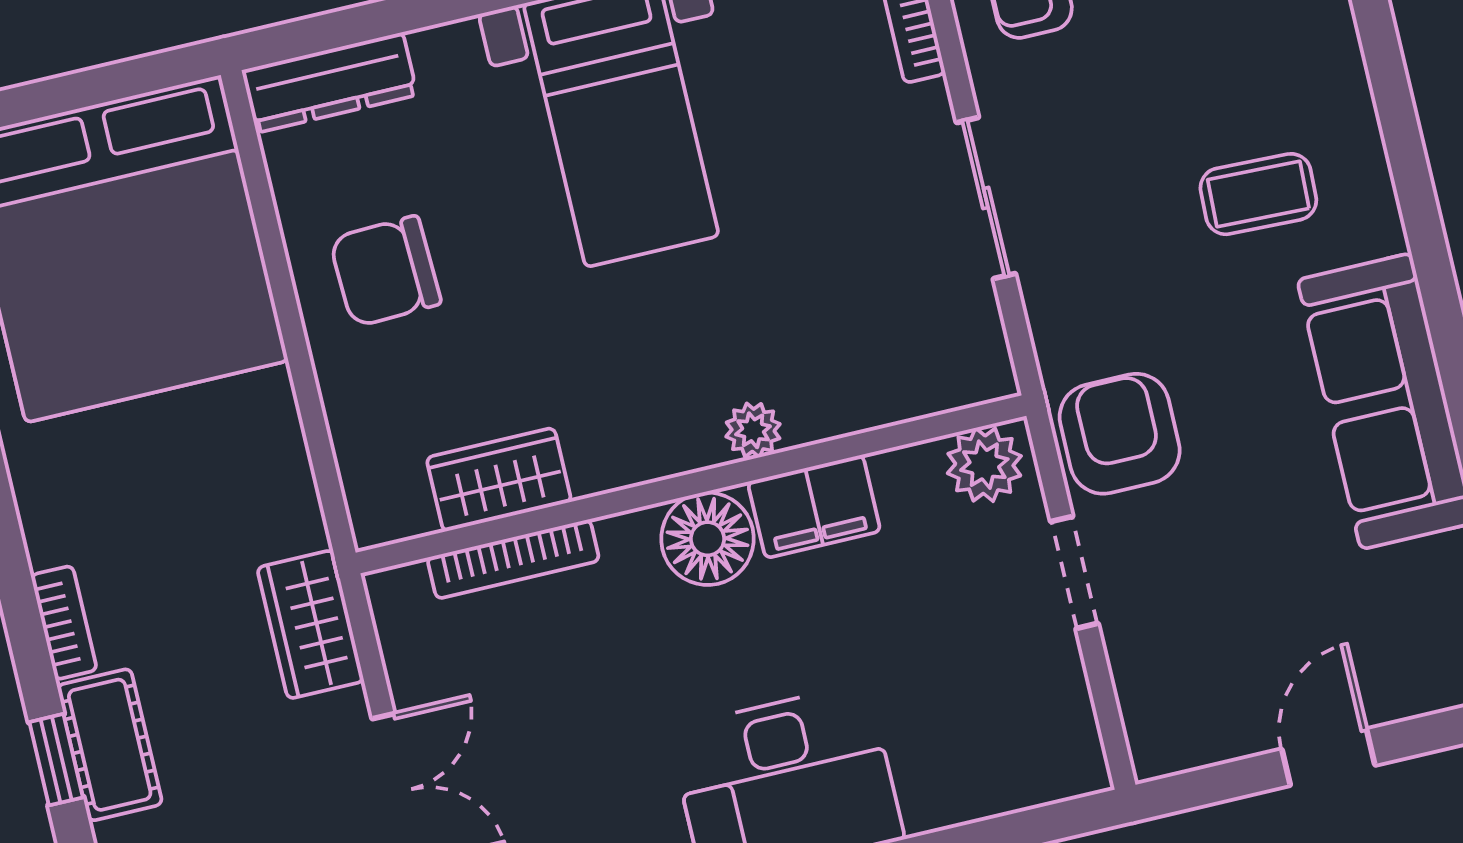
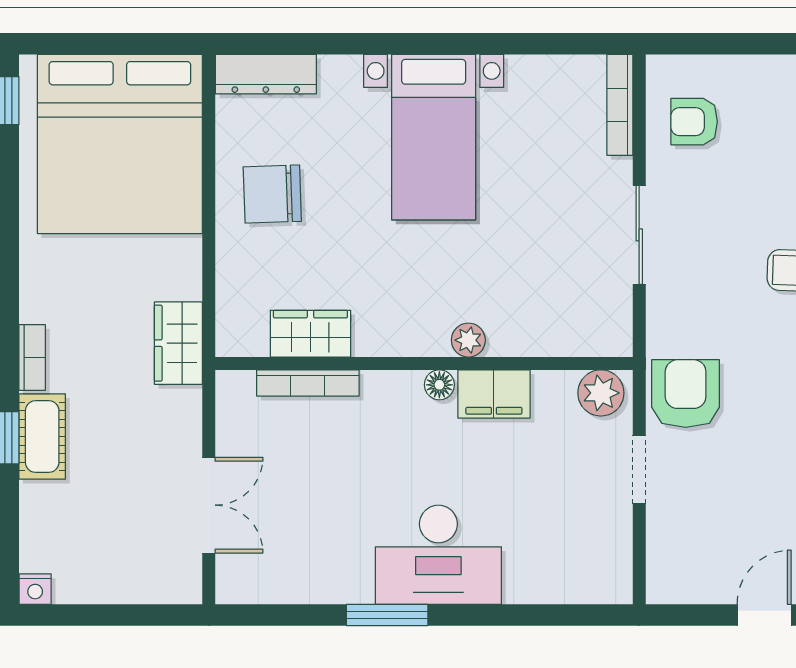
floor lamp: (708, 539) -> (439, 385), width x0.53, depth x0.53
wardrobe: (310, 624) -> (178, 343), moved

